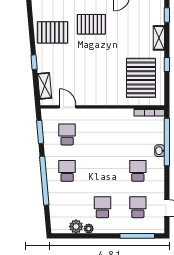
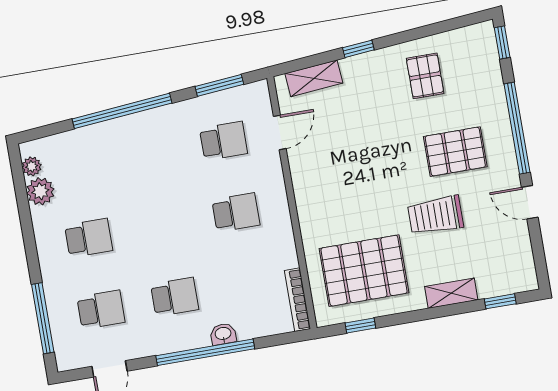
pallet: (91, 24) -> (455, 152), turned 90
pallet: (53, 32) -> (425, 76), width x0.67, depth x0.71
trolley: (120, 39) -> (436, 215), added
window: (167, 64) -> (360, 326), moved
window: (167, 142) -> (205, 352), moved
school desk: (67, 171) -> (236, 213), moved
plant: (89, 229) -> (32, 166), moved

